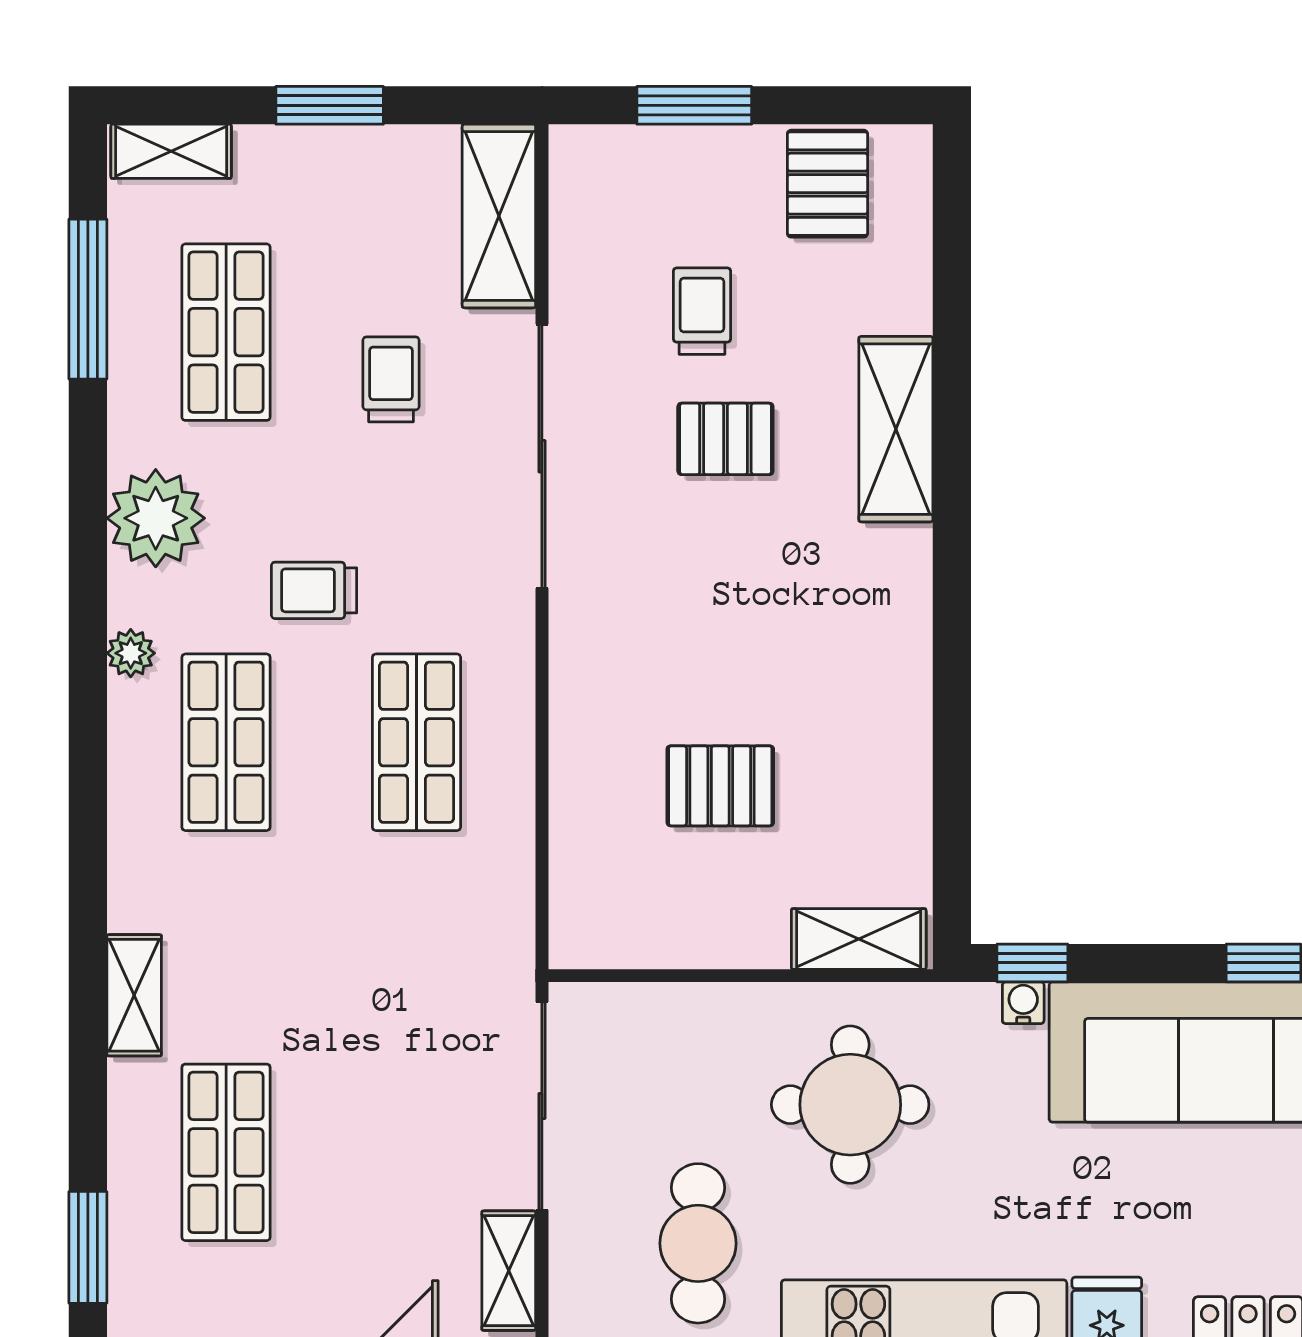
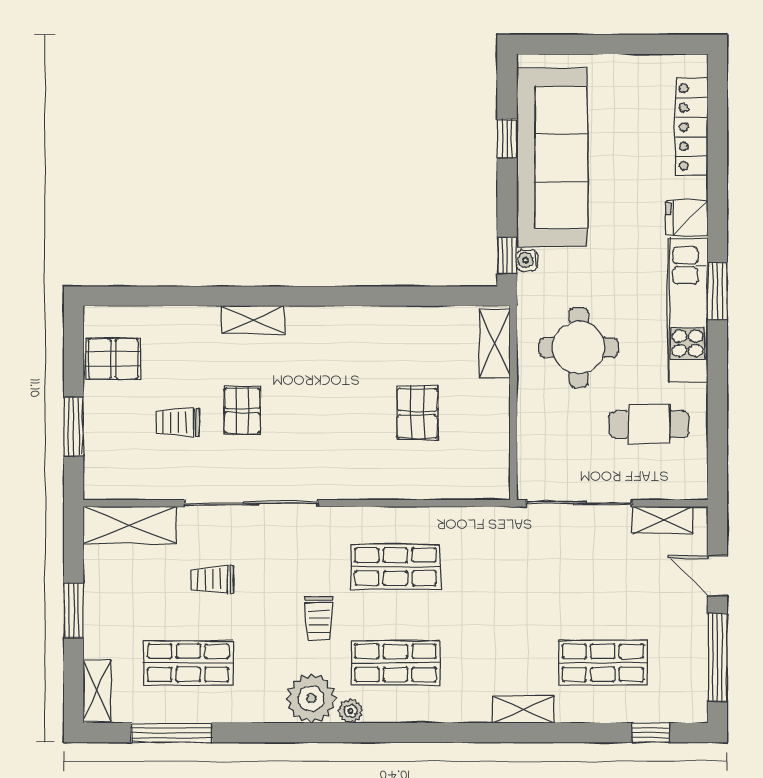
shelving: (896, 429) -> (253, 320), width x0.67, depth x0.75
plant: (156, 518) -> (311, 698), moved
window: (88, 1247) -> (651, 733), width x0.67

